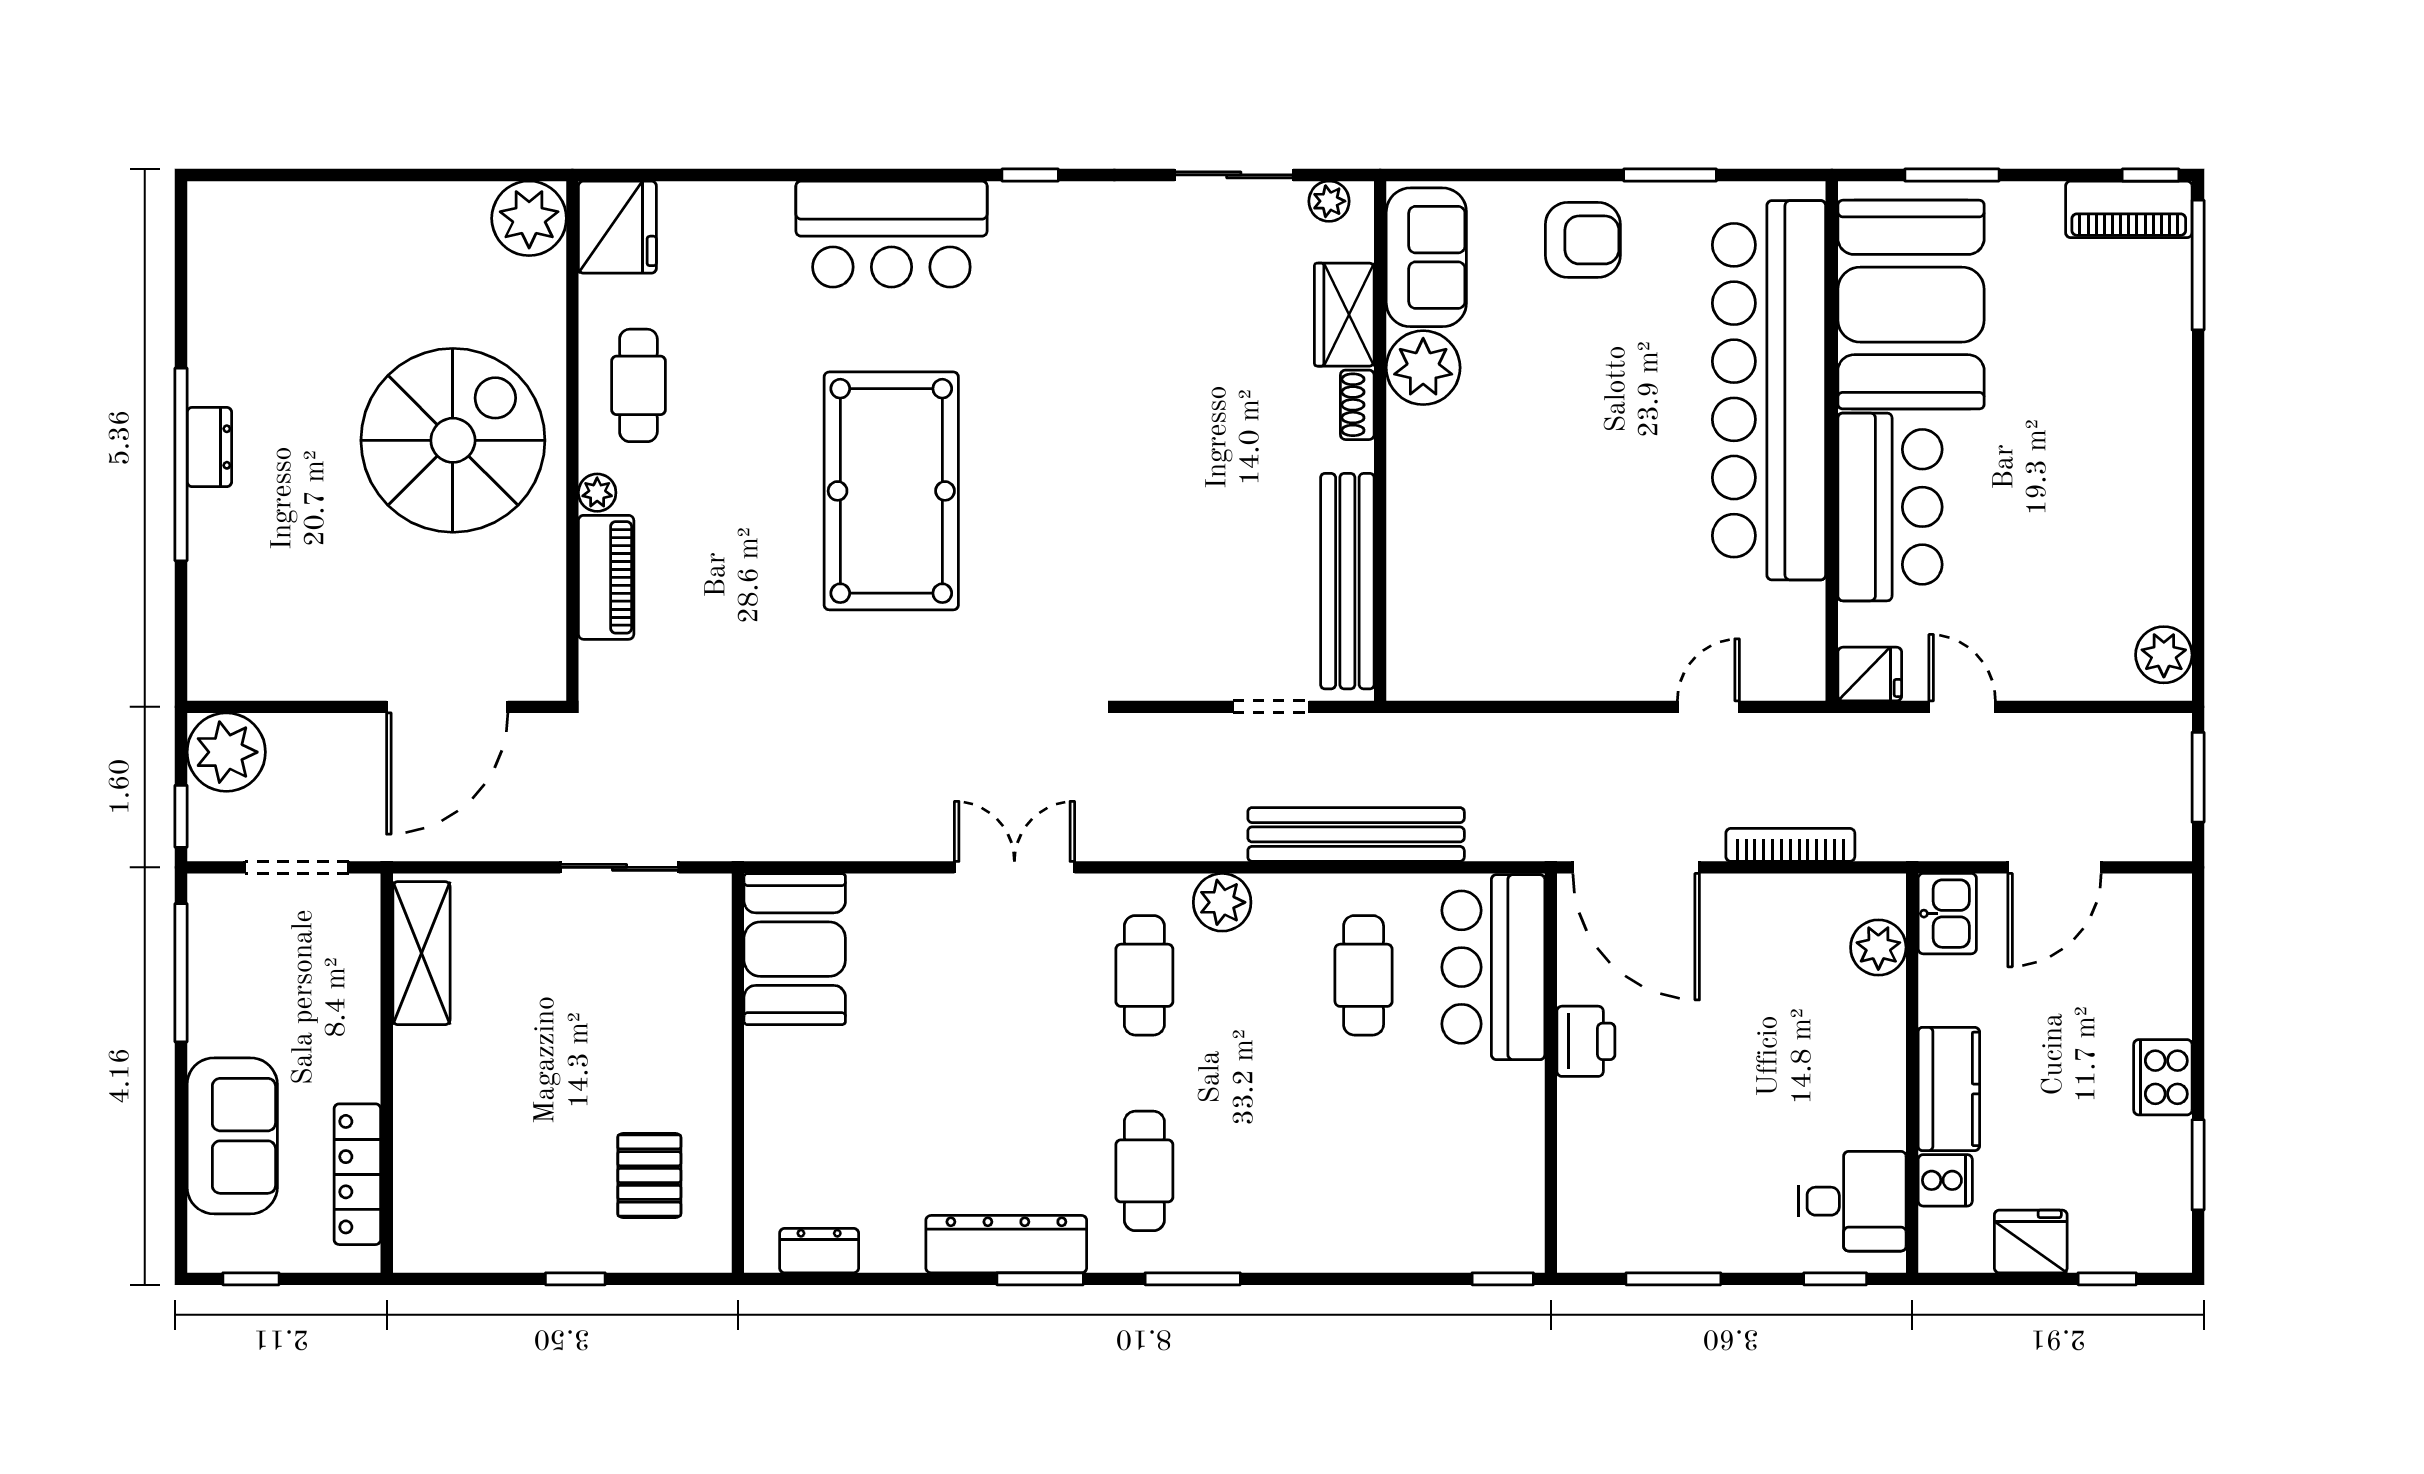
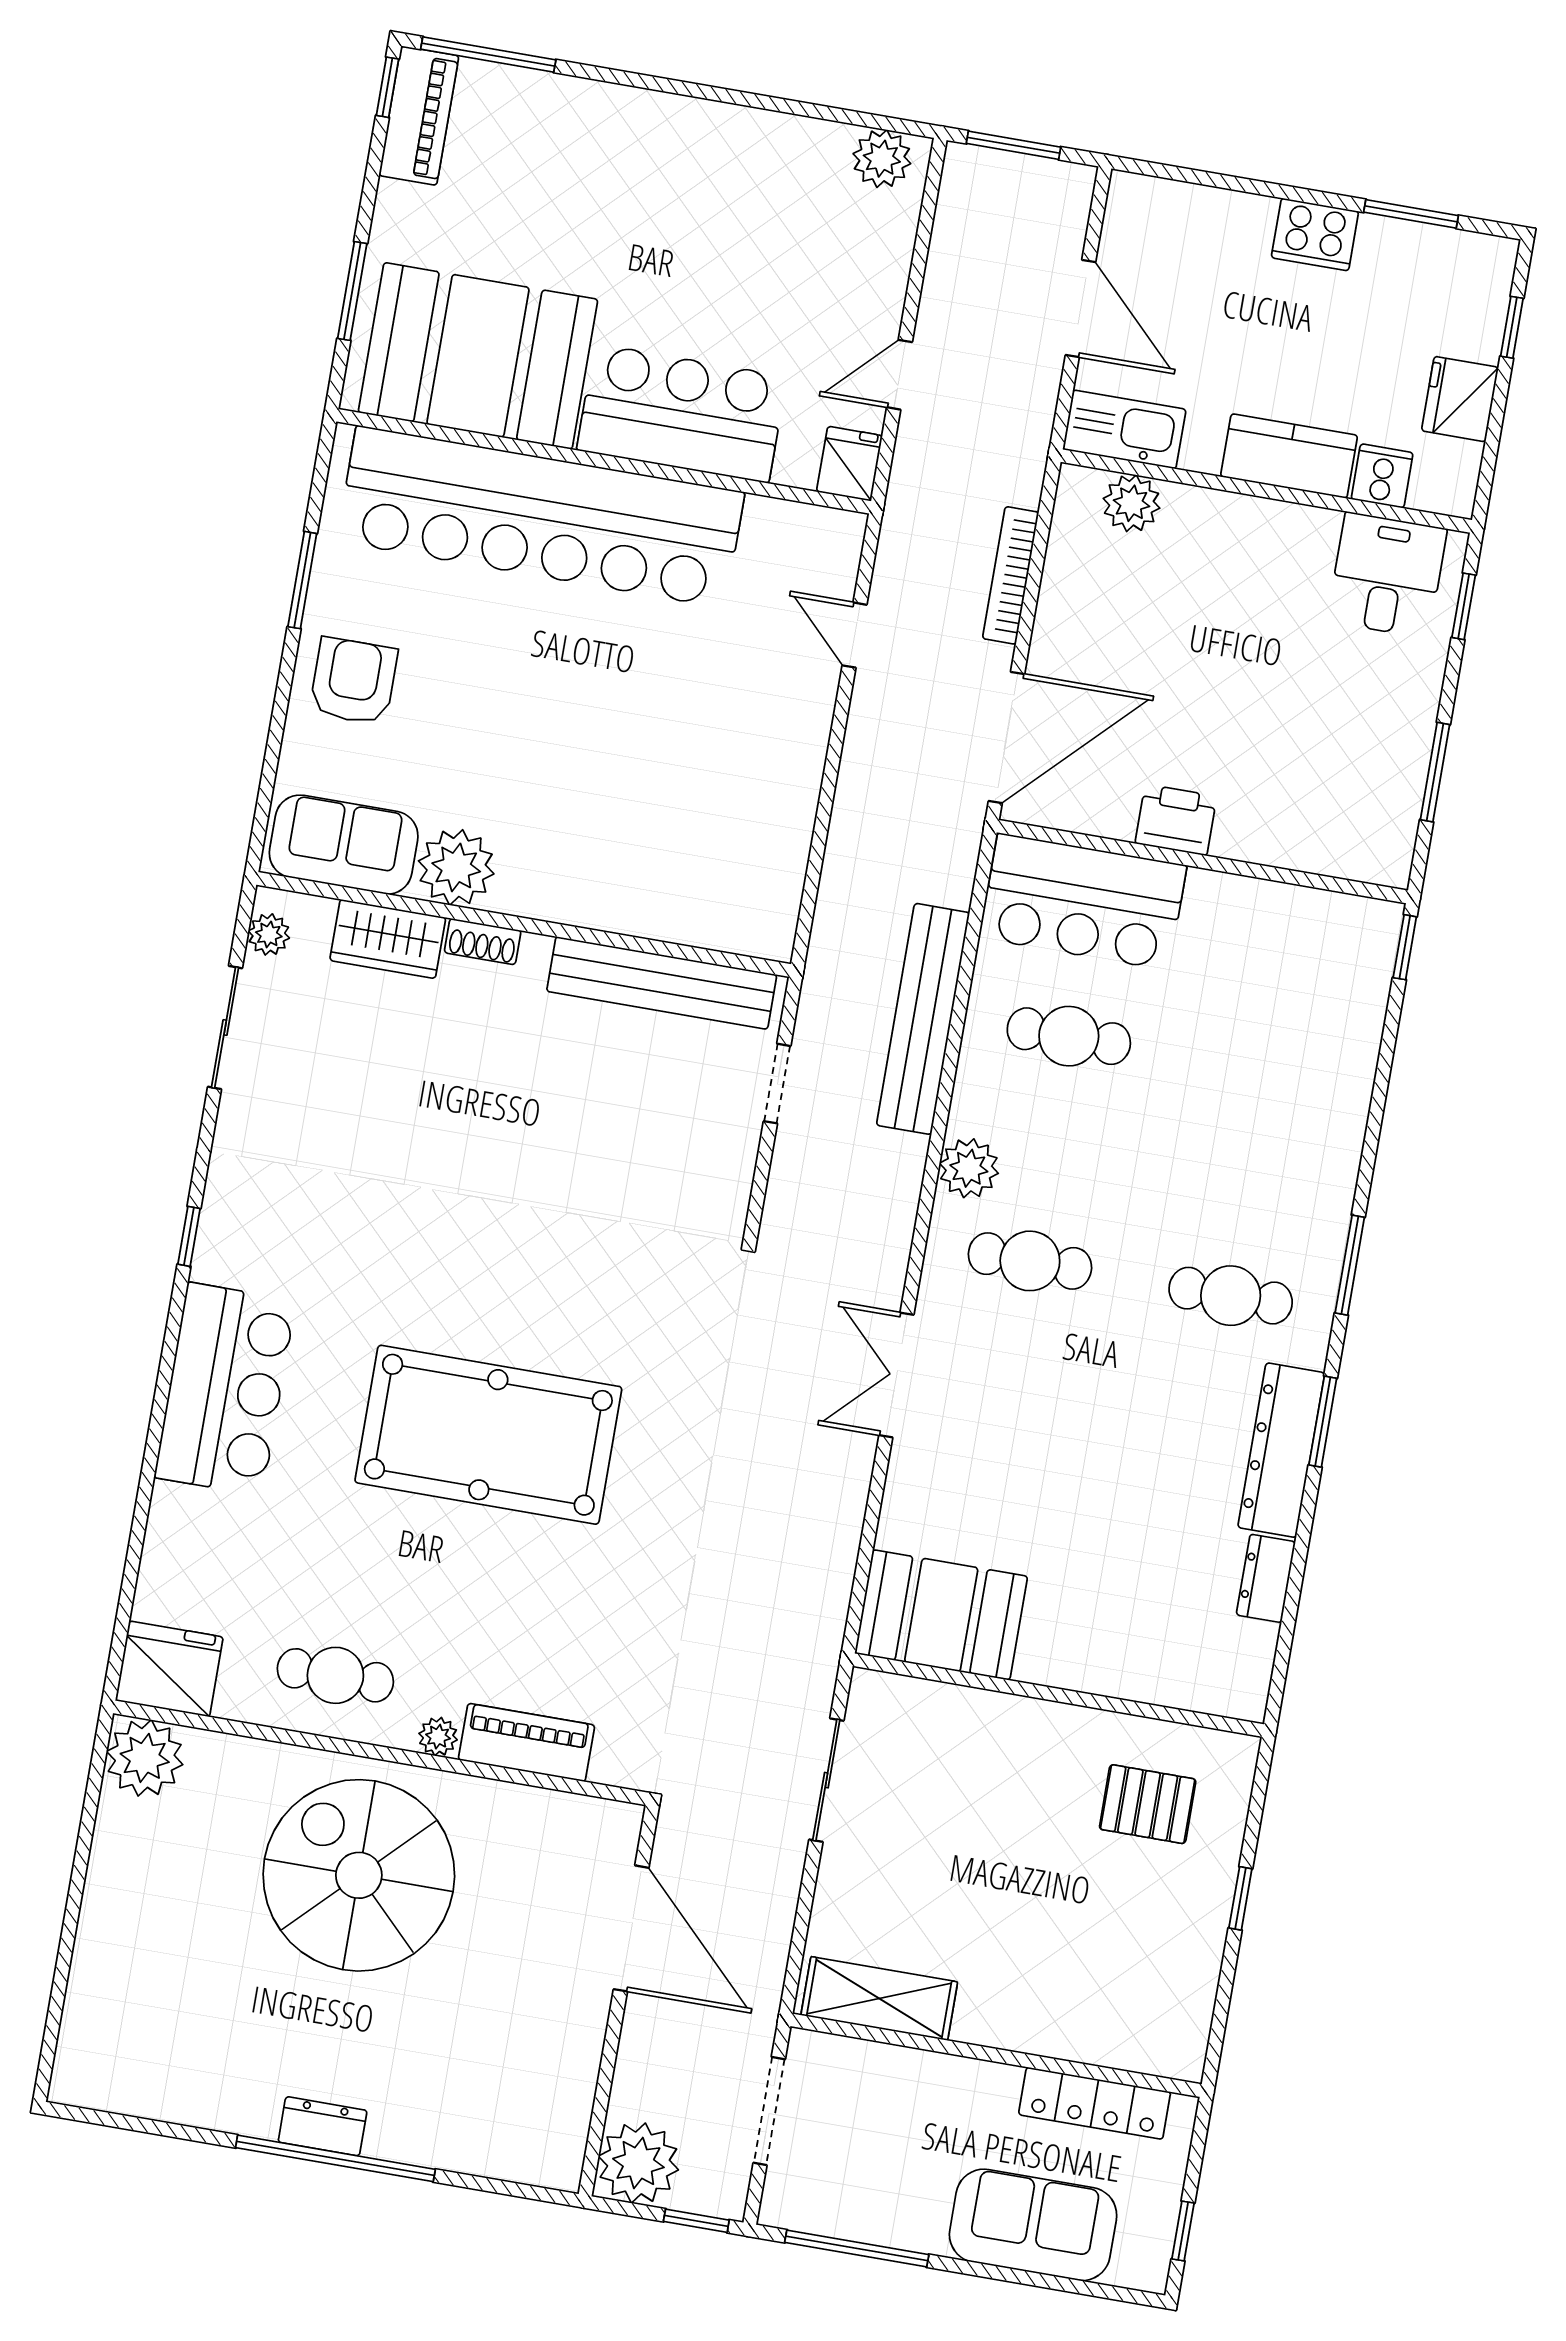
kitchen sink: (1947, 914) -> (1124, 429), width x1.38
dresser: (819, 1251) -> (1266, 1578), moved

